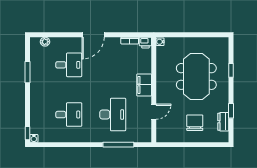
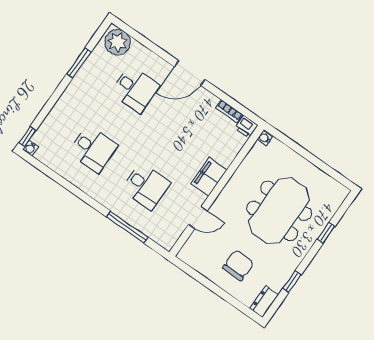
plant: (45, 42) -> (118, 42), width x1.87, depth x1.87
desk: (113, 115) -> (146, 186), width x0.73
dresser: (223, 122) -> (264, 302), moved

